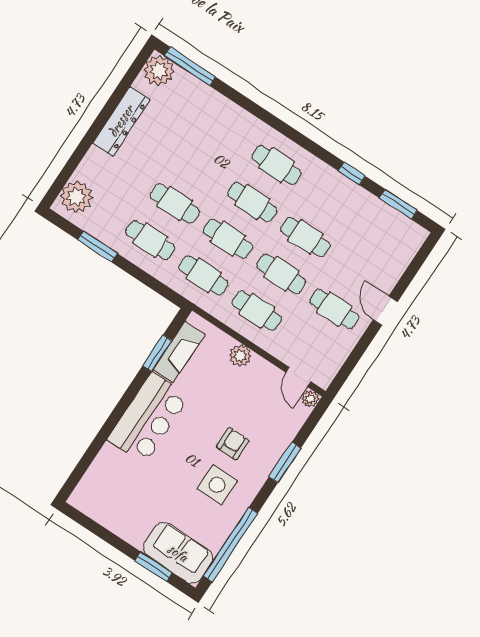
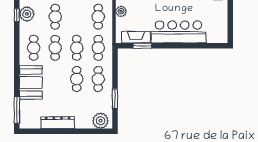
plant: (159, 70) -> (27, 14), moved
booth: (221, 121) -> (31, 82), added
cafe table: (281, 274) -> (77, 17), removed
bar counter: (148, 418) -> (178, 32), width x1.36

